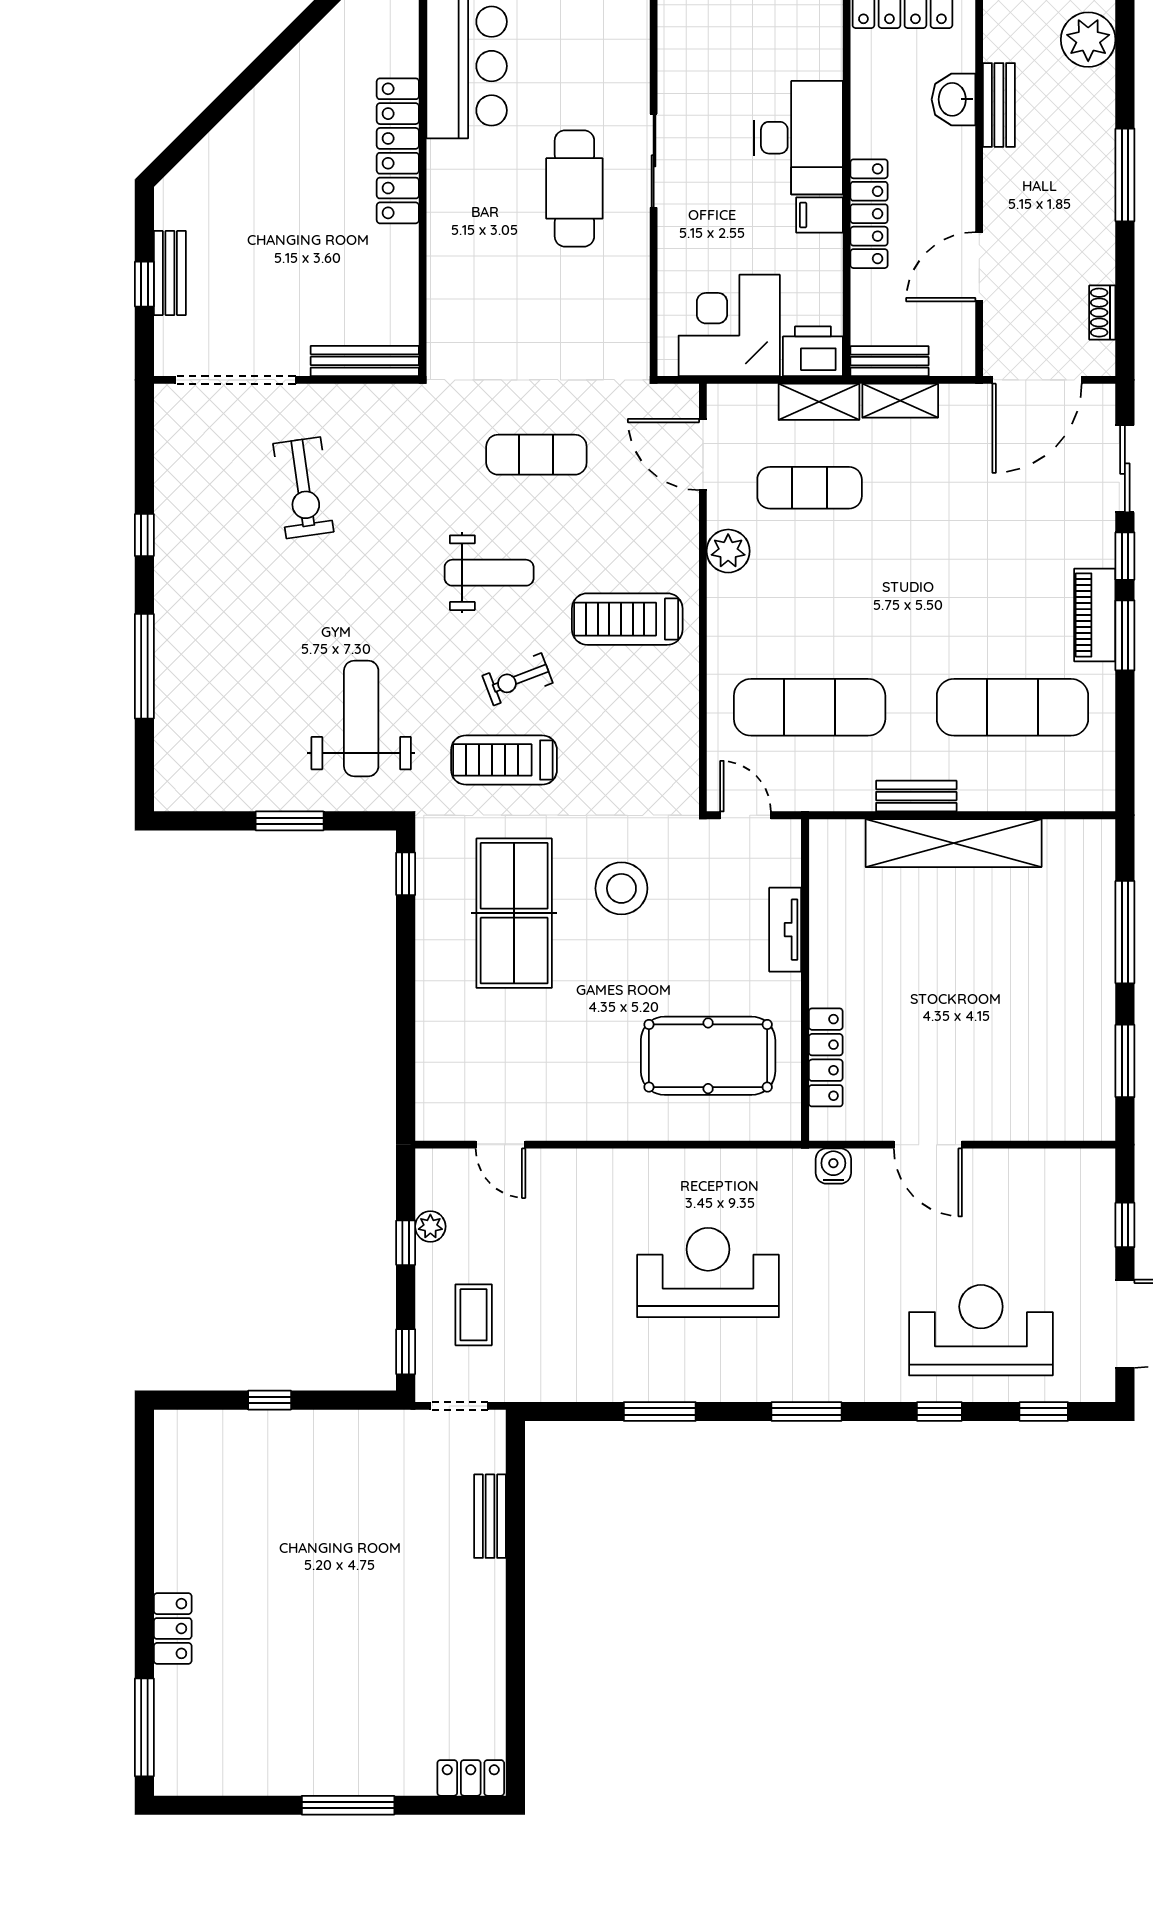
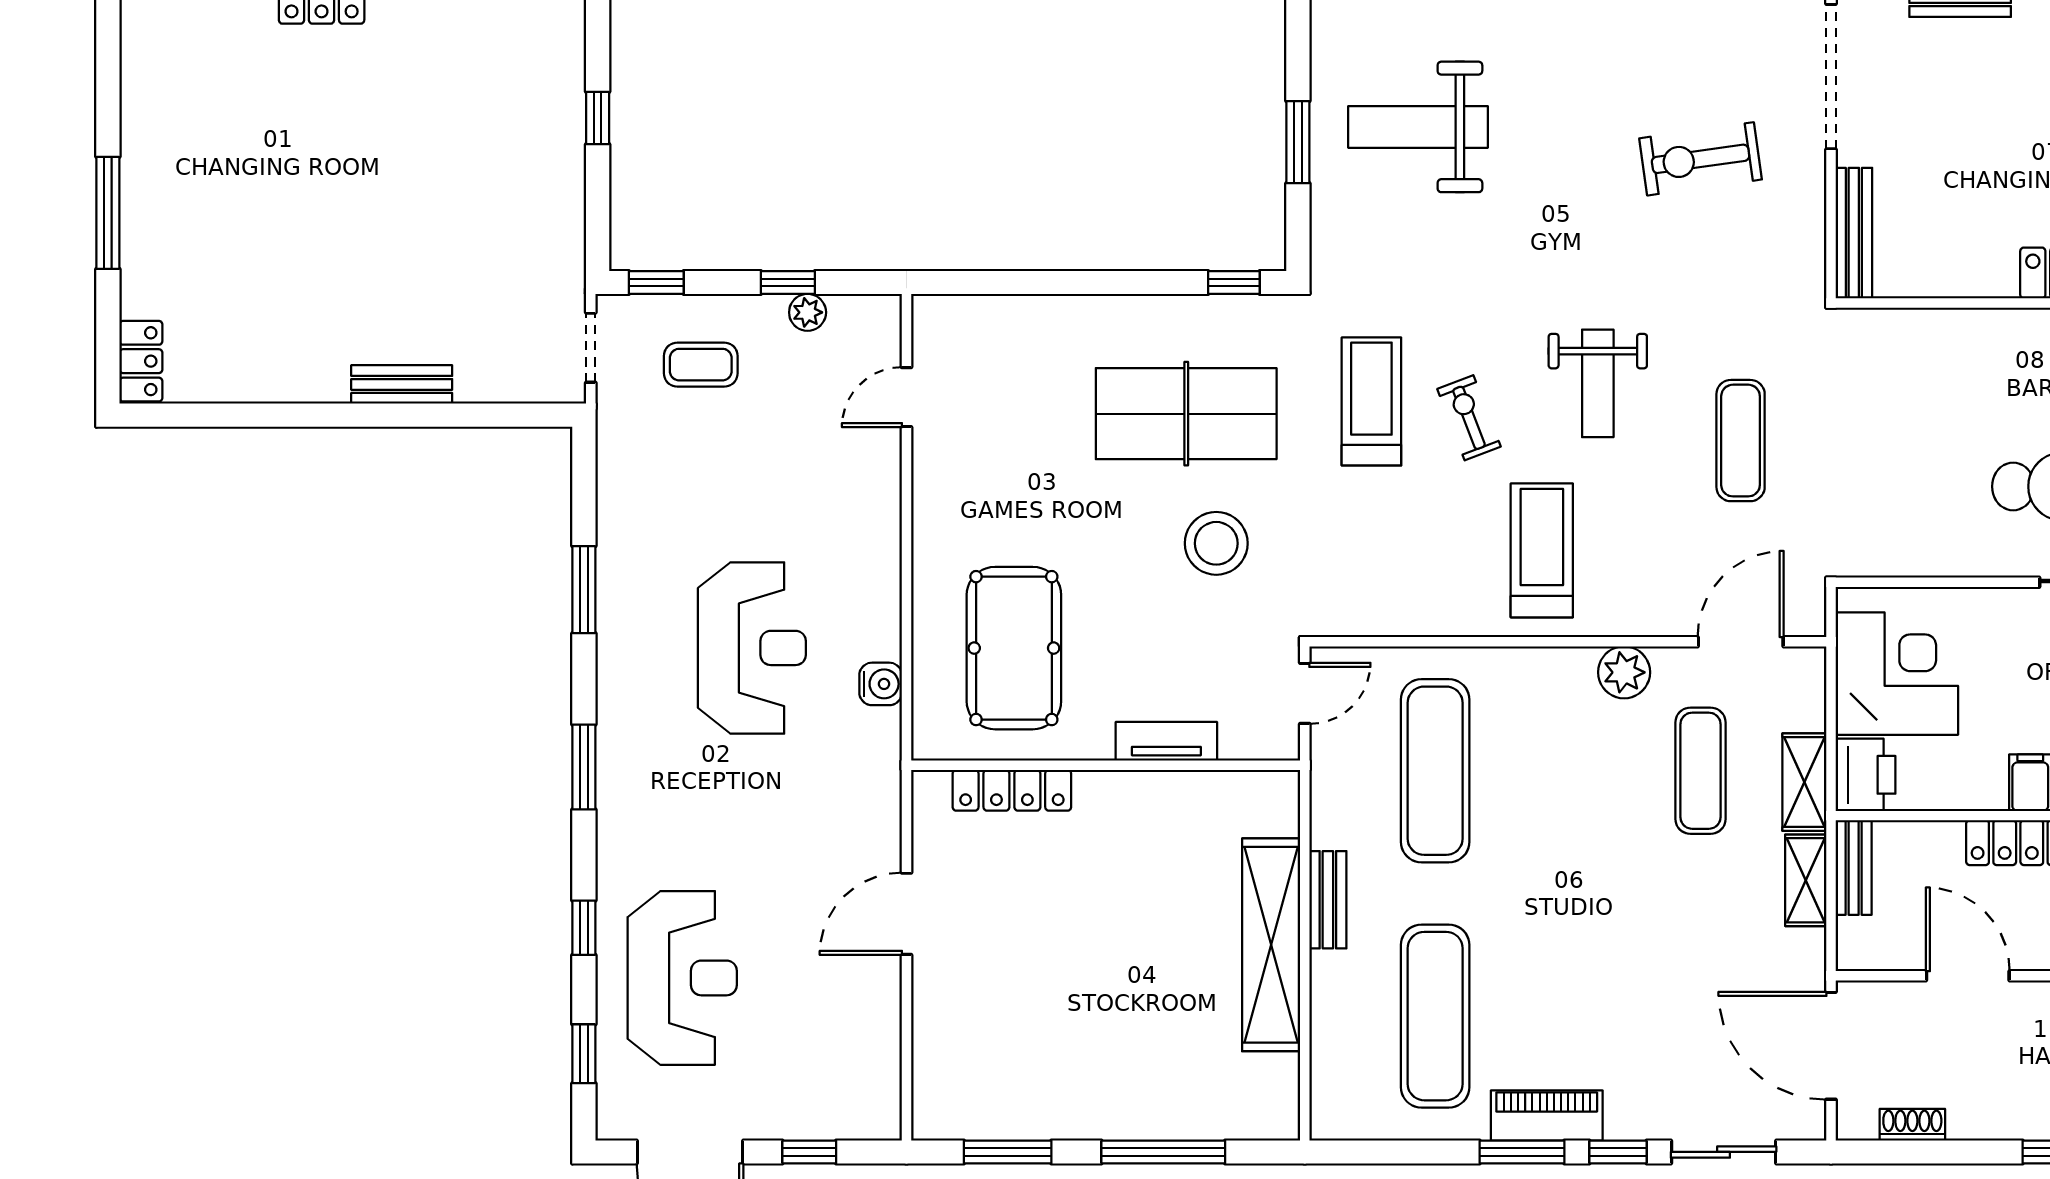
weight bench: (361, 718) -> (1418, 127), moved, turned 180
water cooler: (833, 1166) -> (881, 684), moved
bench: (490, 1516) -> (402, 384), moved

